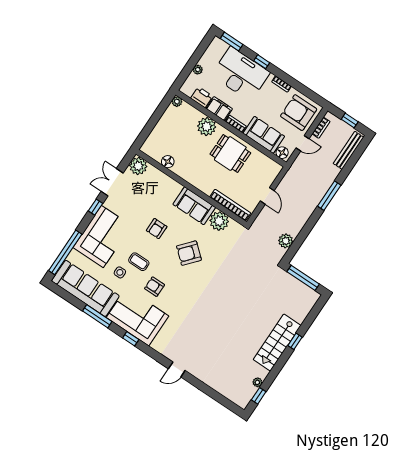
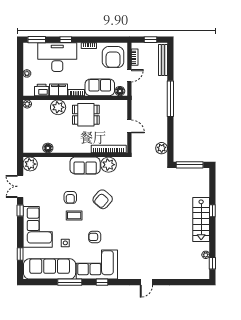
armchair: (299, 113) -> (113, 57), turned -90
window: (329, 196) -> (170, 99), width x1.46
window: (65, 252) -> (20, 254), width x0.32
coffee table: (139, 262) -> (74, 215), moved

